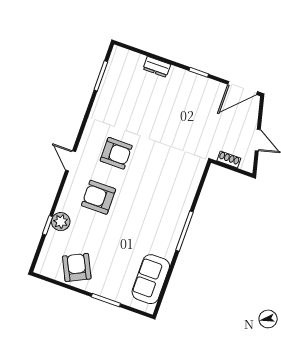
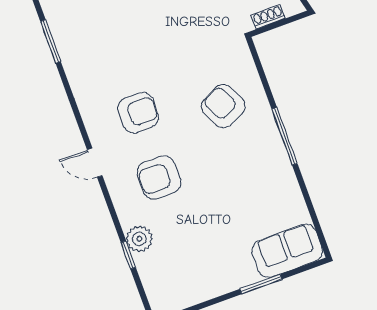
armchair: (77, 267) -> (223, 106), moved
sofa: (151, 279) -> (287, 251), moved, turned 90

